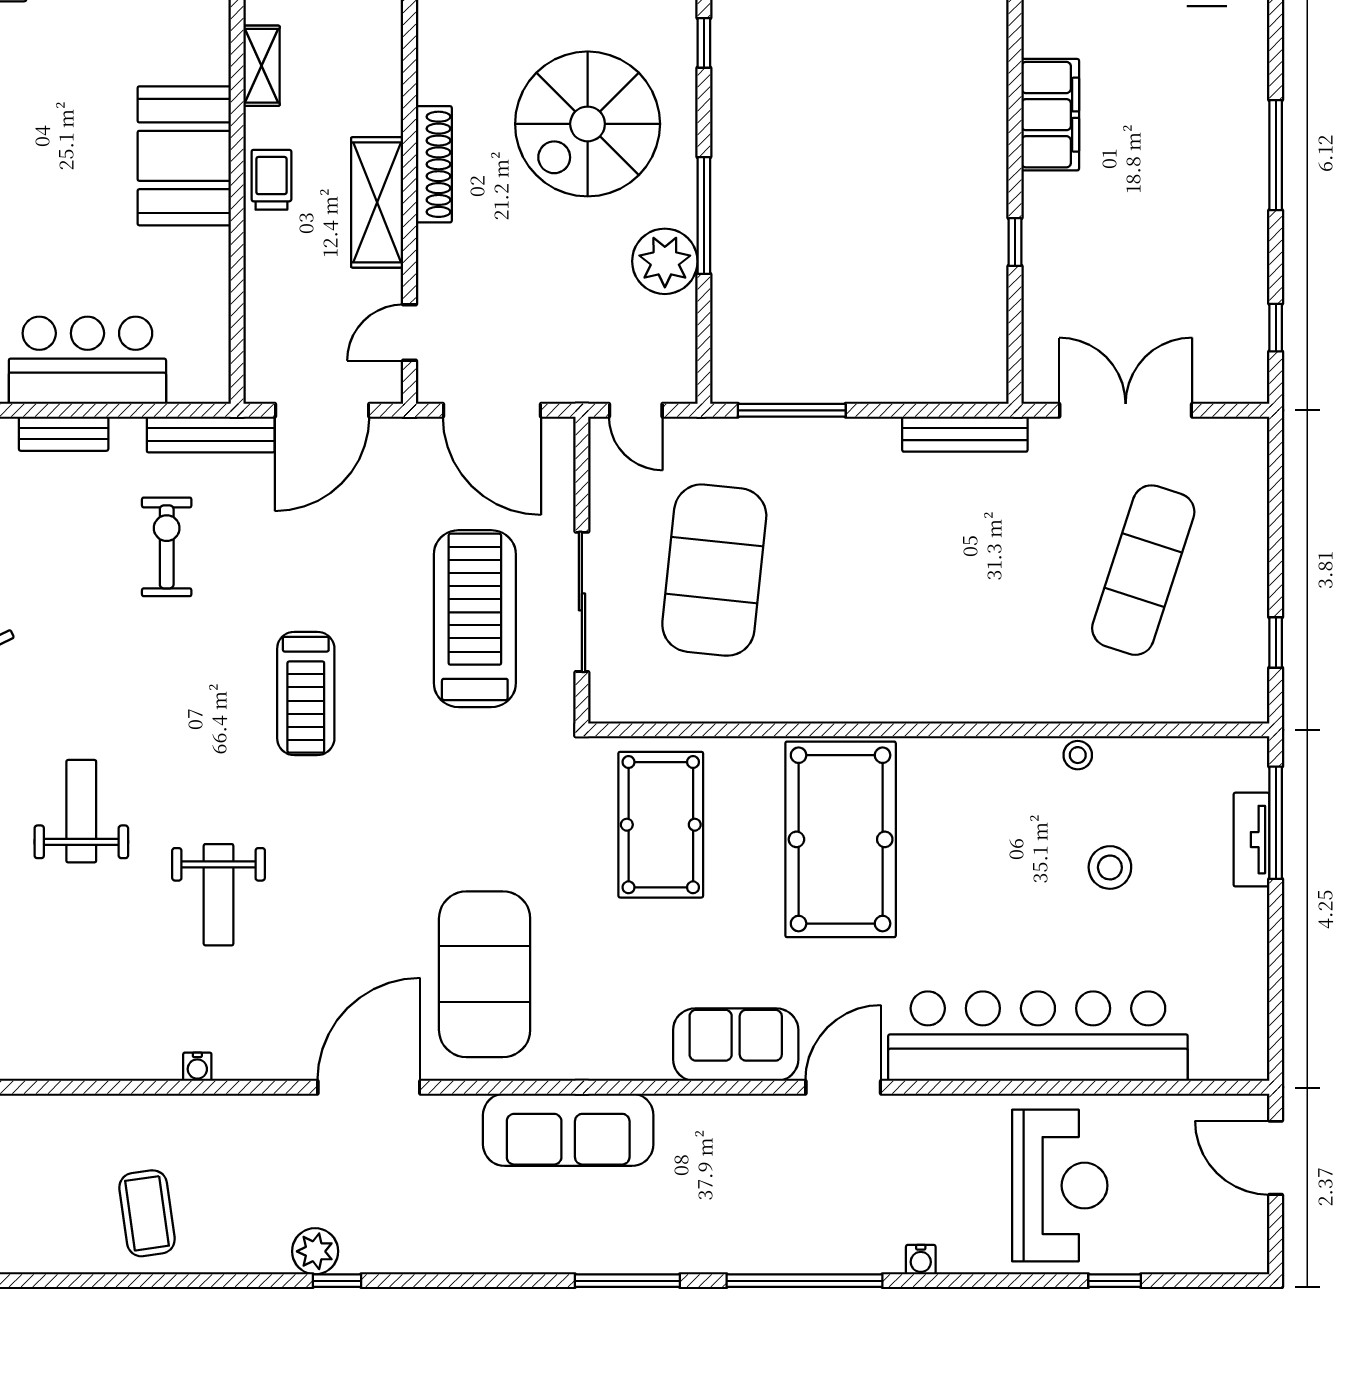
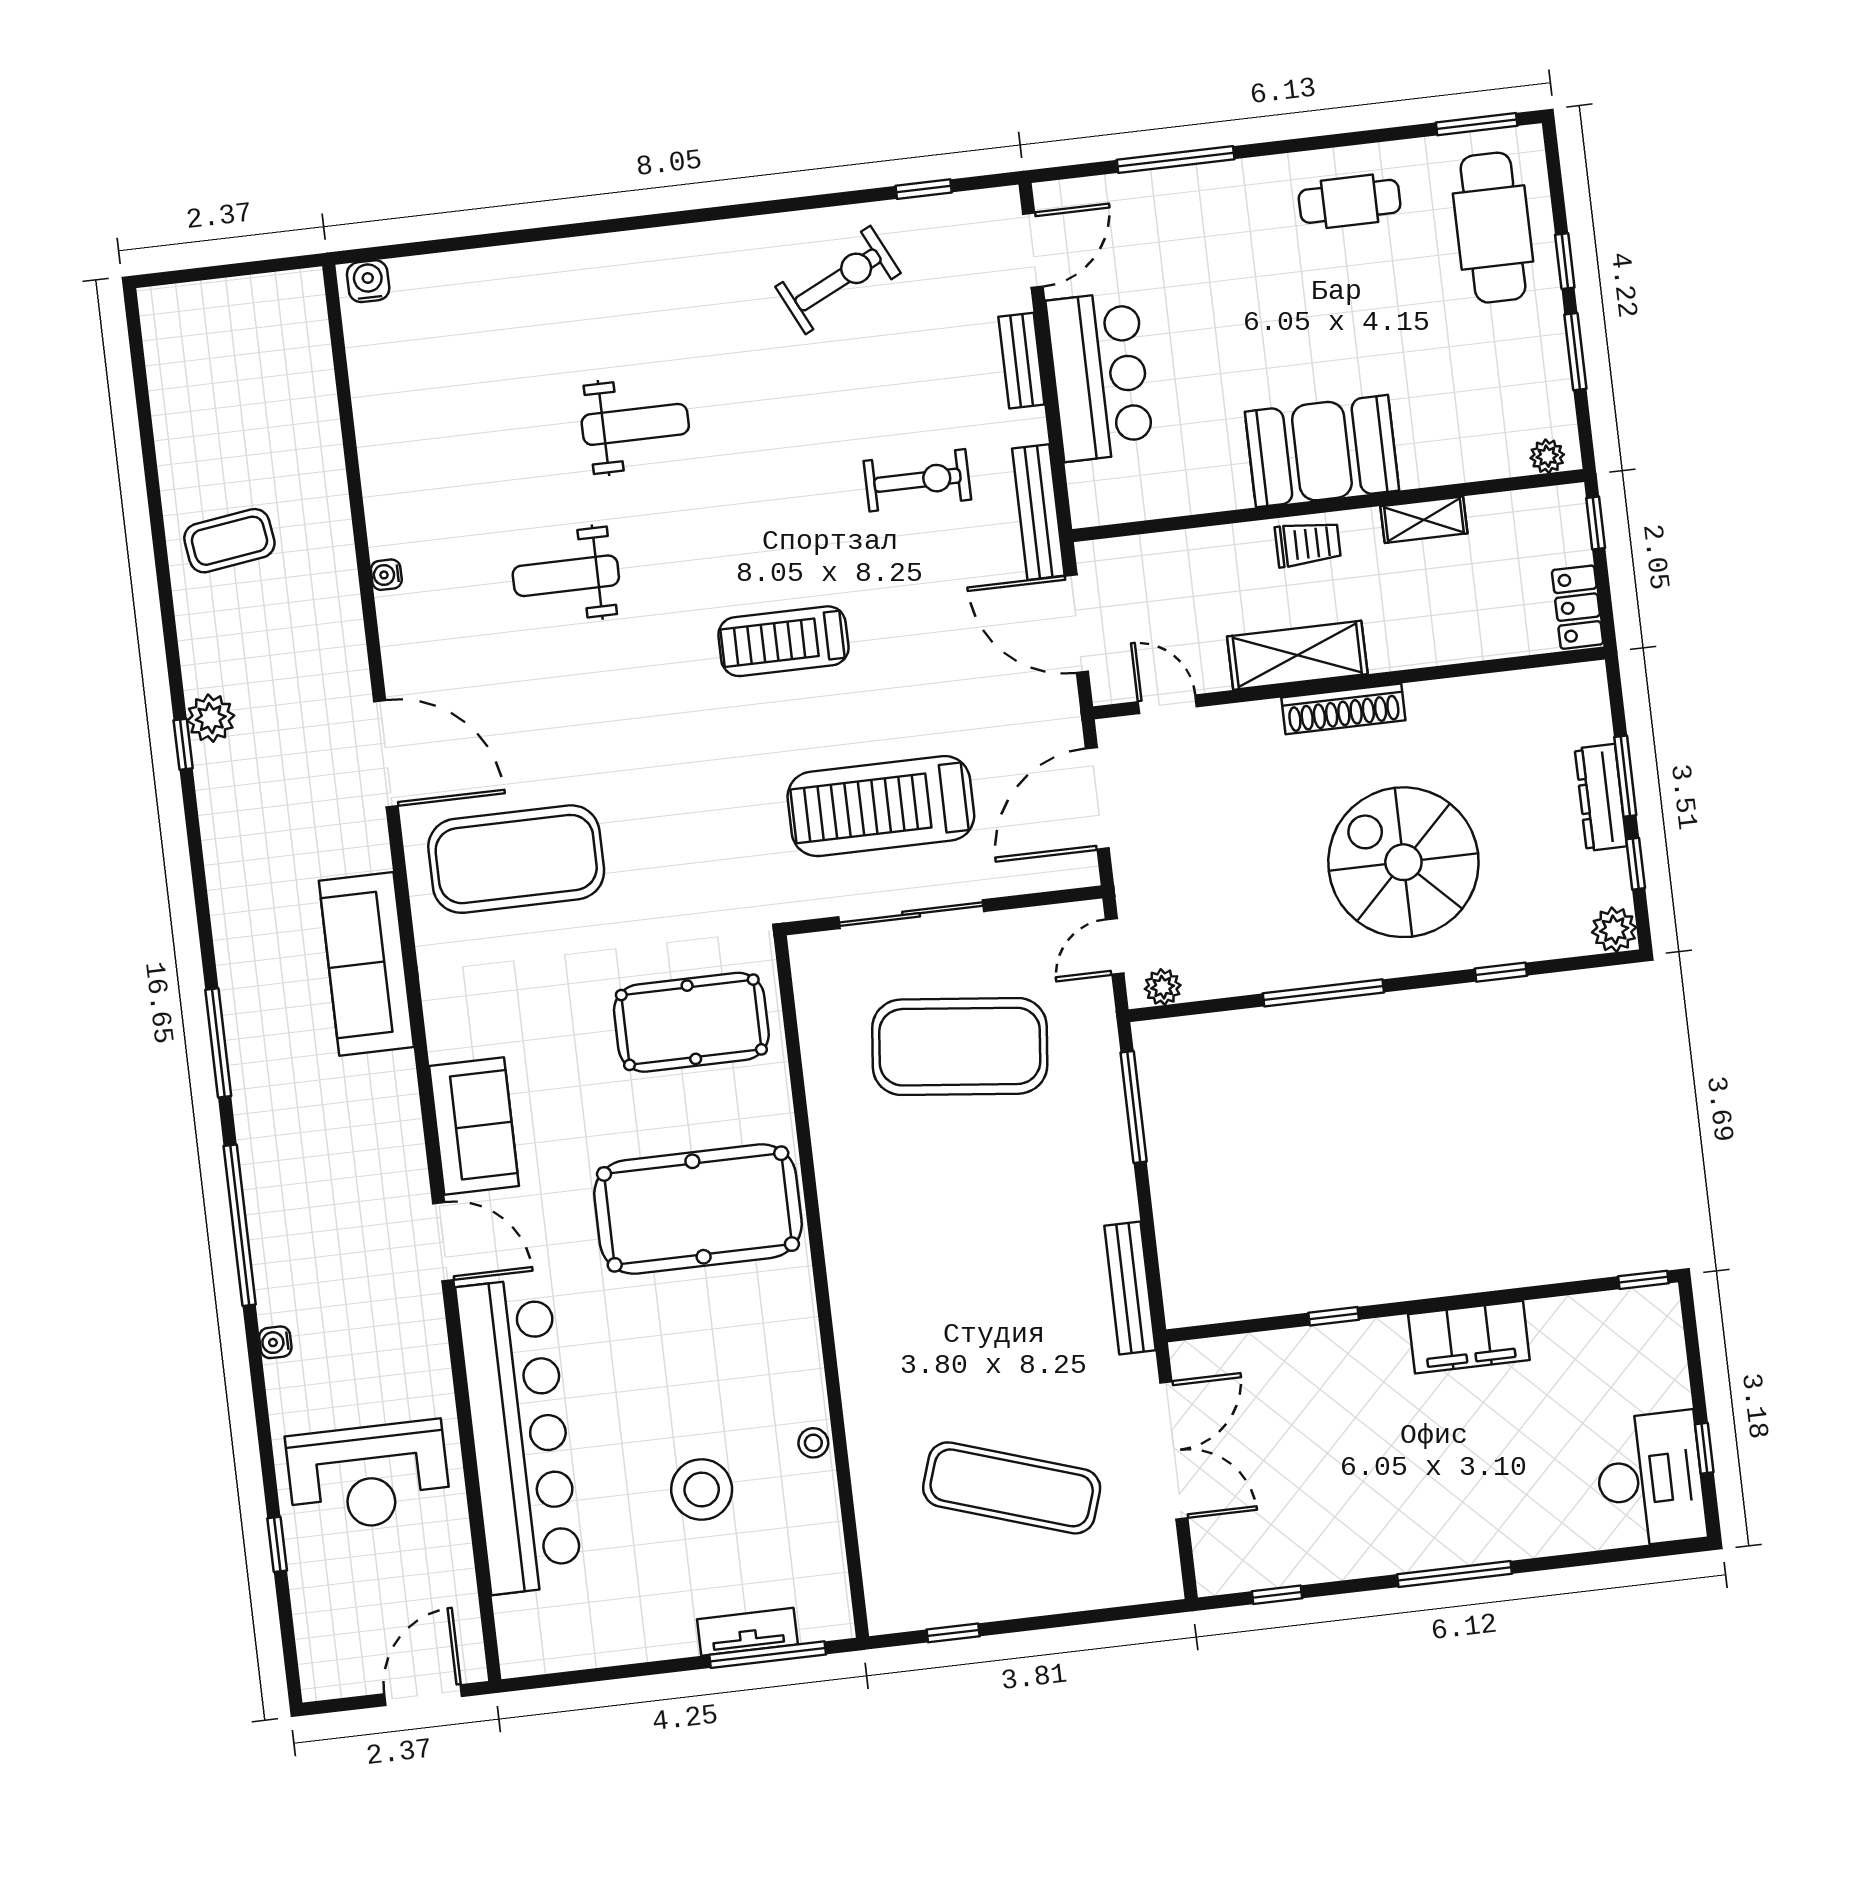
plant: (665, 261) -> (1163, 987), moved, width x0.53, depth x0.53
treadmill: (475, 619) -> (881, 806), turned 180
stool: (1110, 867) -> (702, 1490), width x1.38, depth x1.38

